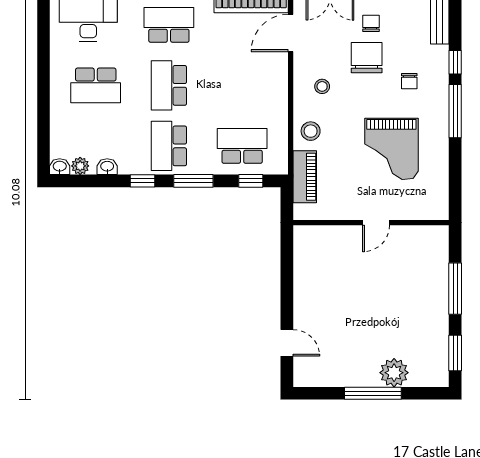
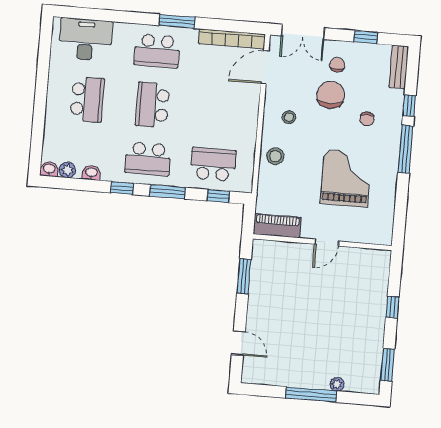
school desk: (169, 25) -> (157, 51), turned 180
school desk: (96, 85) -> (87, 99), turned -90
school desk: (169, 146) -> (148, 159), turned -90
grand piano: (391, 149) -> (346, 178), turned 180
piano: (305, 177) -> (277, 226), moved, turned -90
window: (287, 268) -> (244, 276), added
window: (455, 289) -> (392, 307), width x0.46
plant: (394, 373) -> (337, 384), width x0.53, depth x0.53

